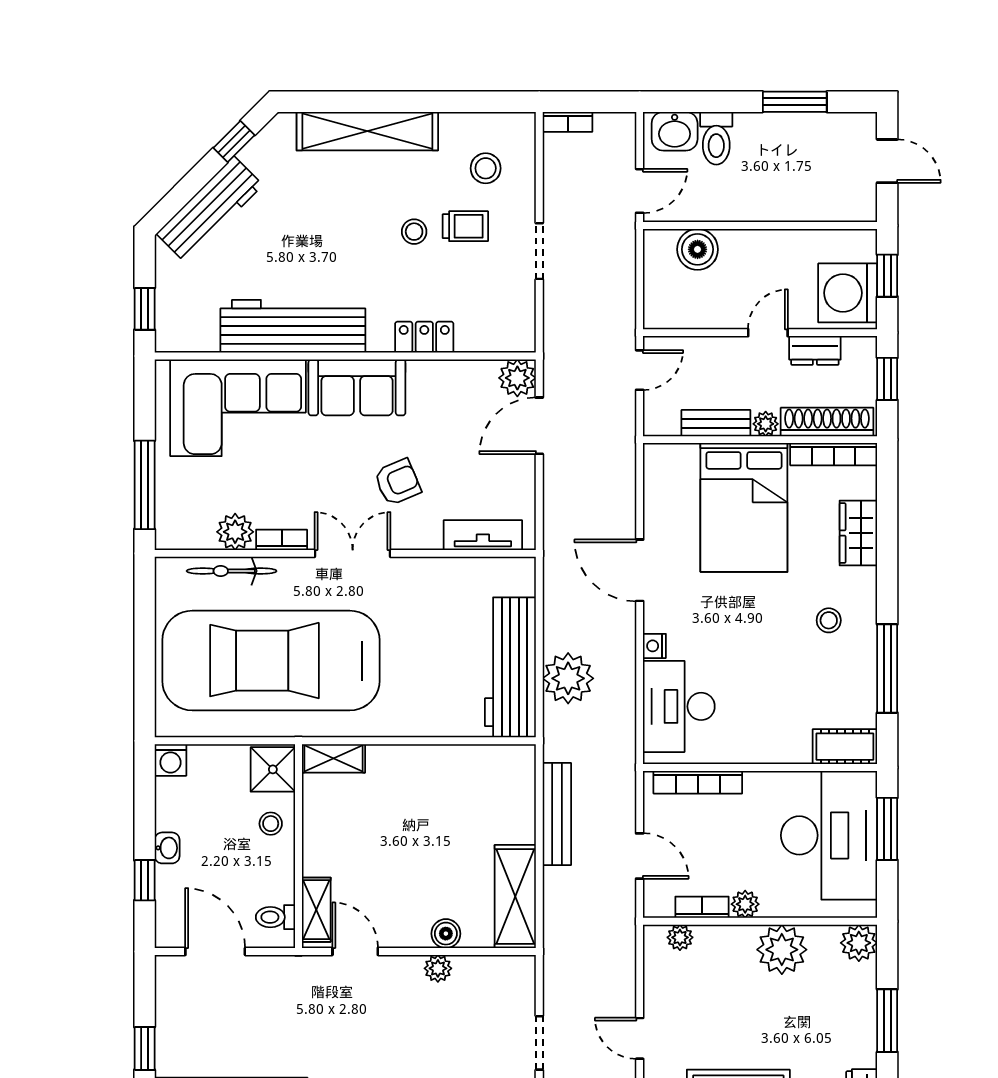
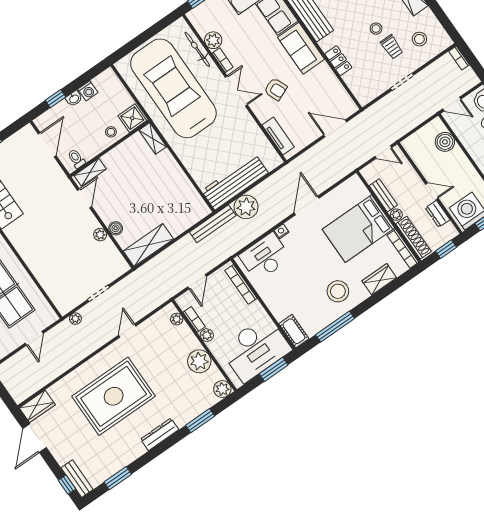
plant: (517, 378) -> (348, 107), removed
stool: (829, 620) -> (338, 291), width x1.89, depth x1.89
washing machine: (170, 760) -> (88, 91), moved, turned -90
bench: (557, 814) -> (213, 224), moved

